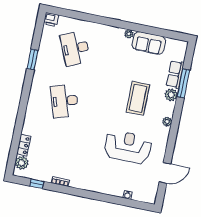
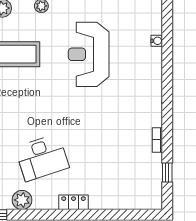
locker: (24, 145) -> (73, 202), moved
plant: (22, 163) -> (22, 200), moved

